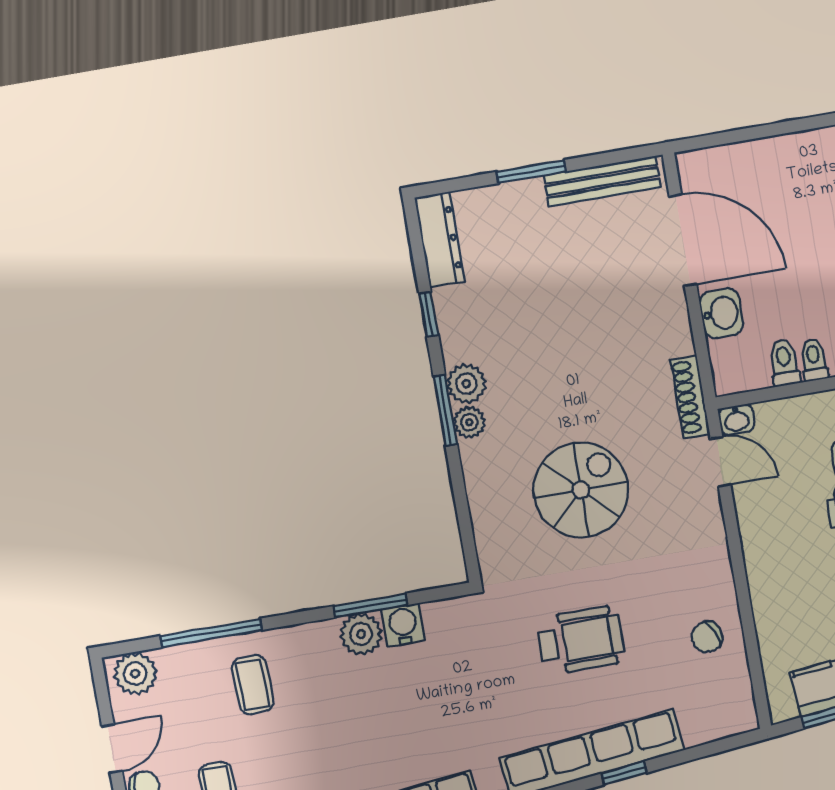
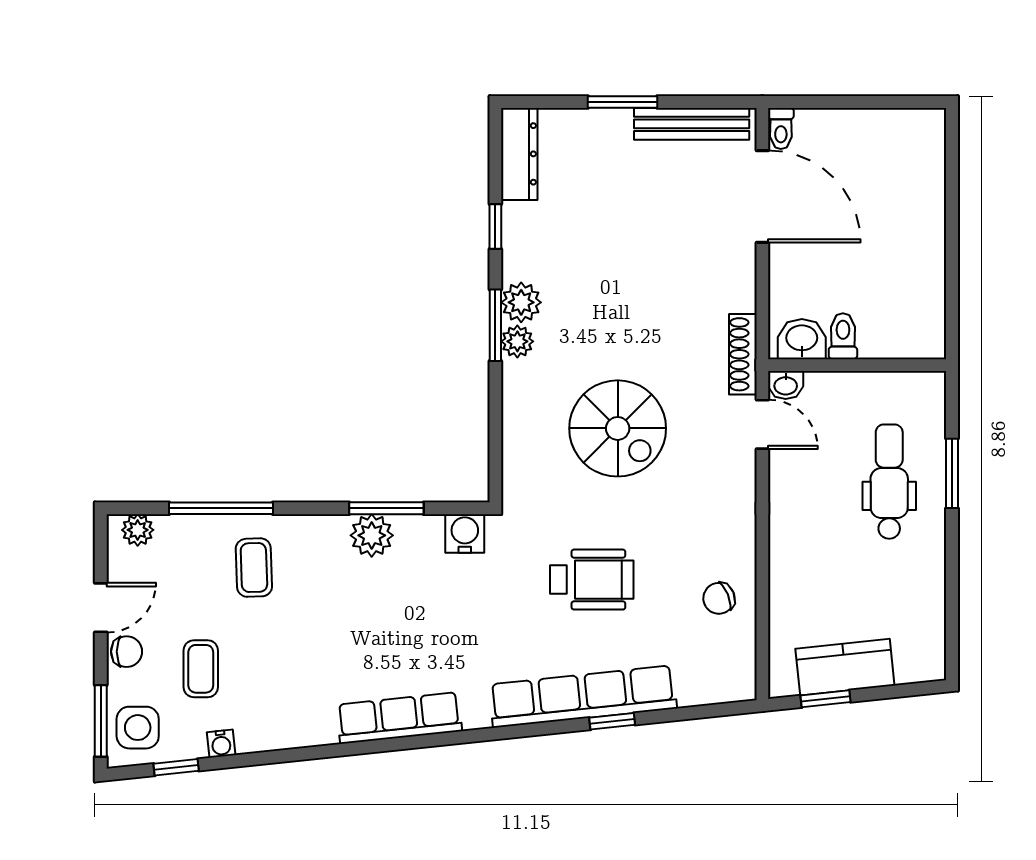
washbasin: (721, 313) -> (802, 339), moved, turned -90
toilet: (814, 360) -> (781, 128), moved, turned 180
spiral stairs: (581, 490) -> (618, 428), turned 90
water cooler: (403, 625) -> (465, 533), moved
plant: (135, 674) -> (138, 530), width x0.73, depth x0.73

